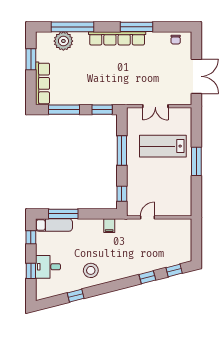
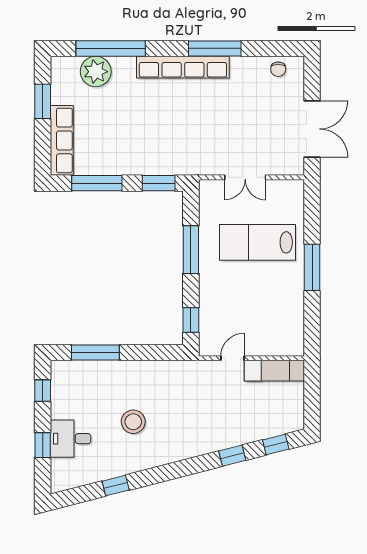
exam couch: (54, 225) -> (274, 371), moved
filing cabinet: (109, 226) -> (170, 372), removed
stool: (91, 270) -> (133, 422), moved

